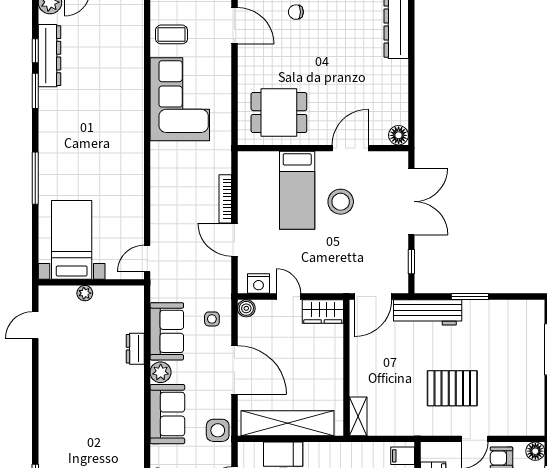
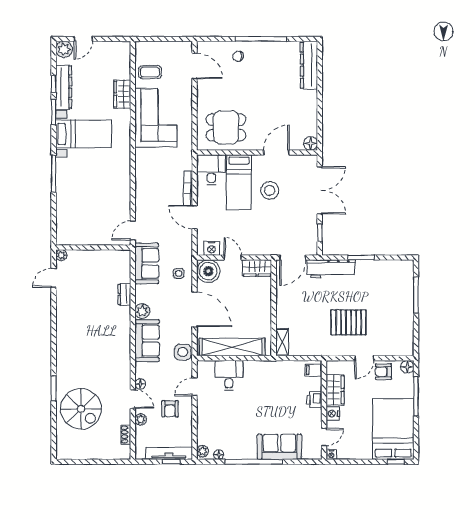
wardrobe: (132, 65) -> (122, 94), added
desk: (258, 173) -> (211, 170), added
bed with nightstands: (72, 240) -> (84, 134), moved, turned 90
plant: (85, 293) -> (61, 255), moved
boiler: (246, 308) -> (208, 271), width x1.86, depth x1.86
sofa: (167, 331) -> (147, 263), moved

